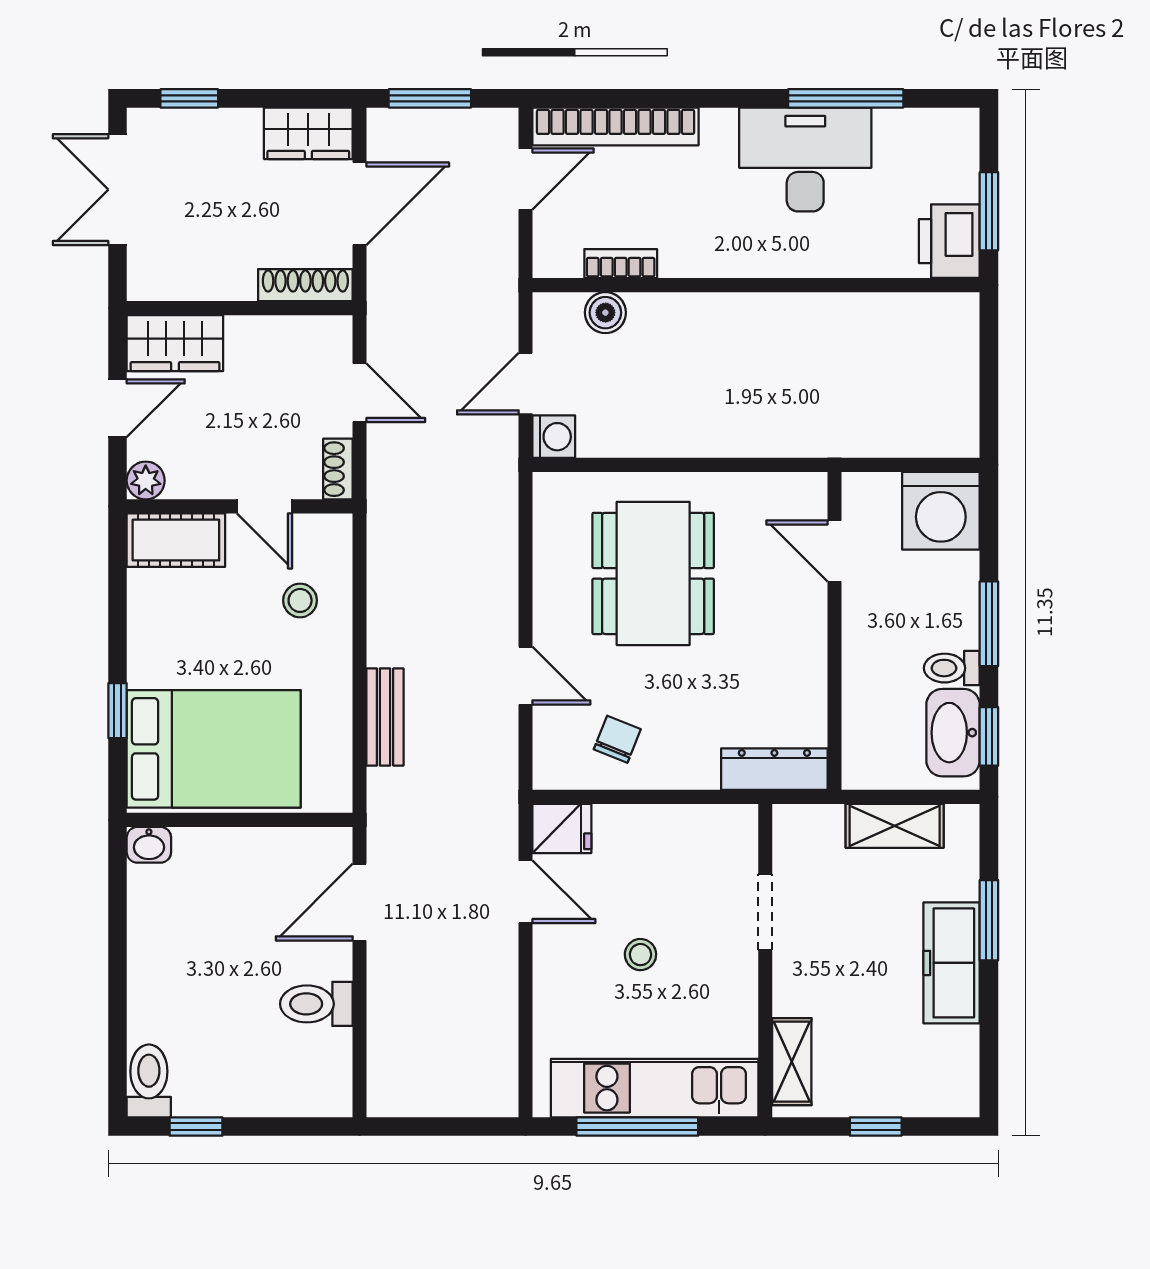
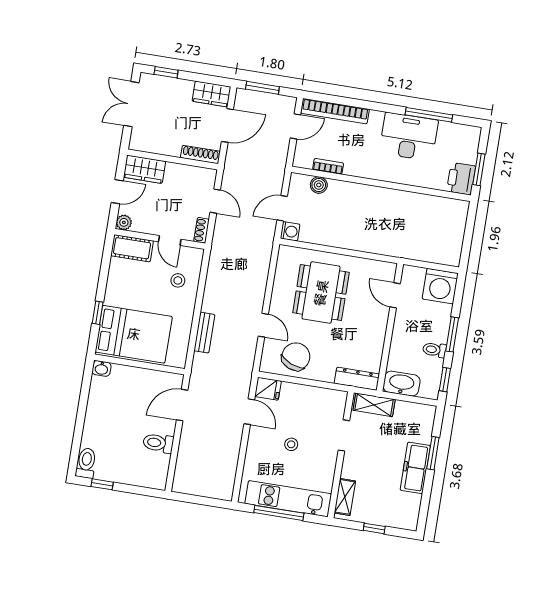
washbasin: (953, 733) -> (402, 384), moved, turned 90
chair: (617, 739) -> (296, 357), width x1.87, depth x1.87
shelving: (895, 826) -> (374, 405), moved

